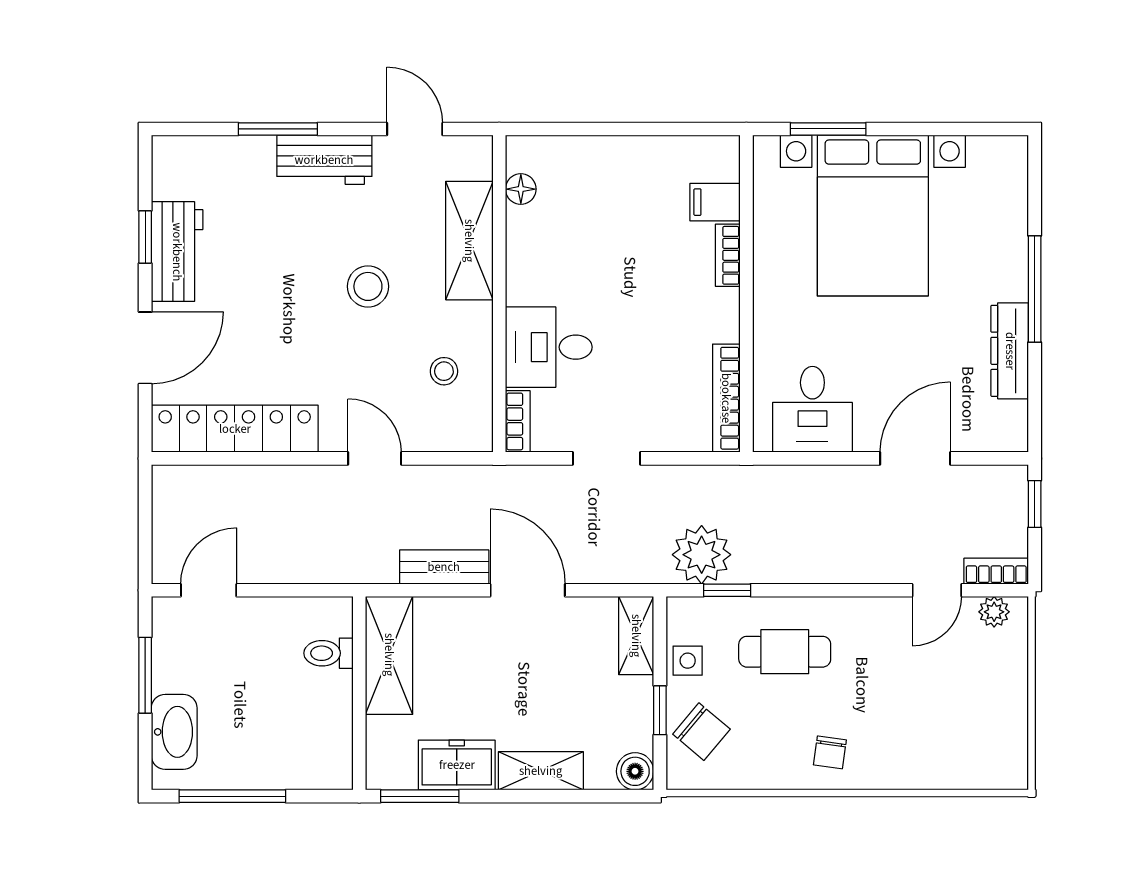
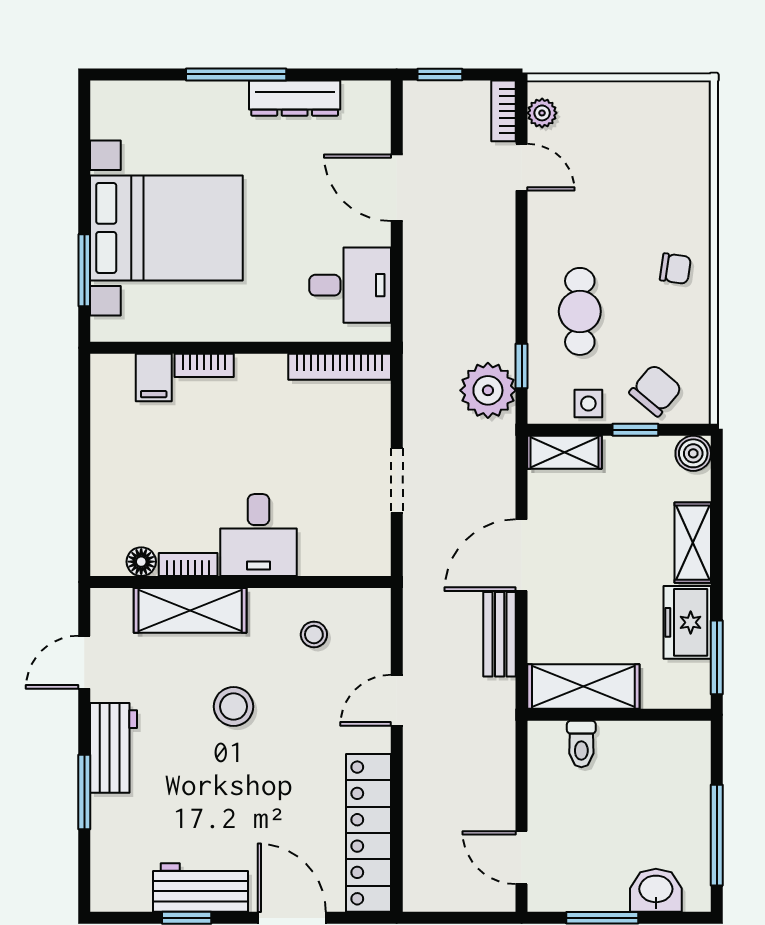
desk: (549, 347) -> (259, 535), moved
bookcase: (518, 421) -> (188, 564), moved
washbasin: (174, 732) -> (656, 890), width x0.72

